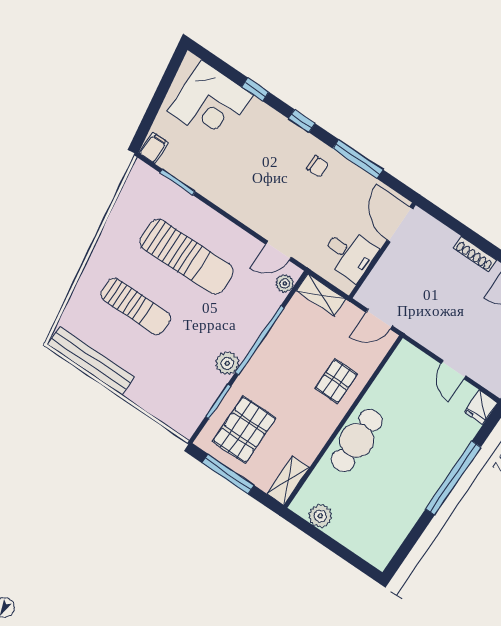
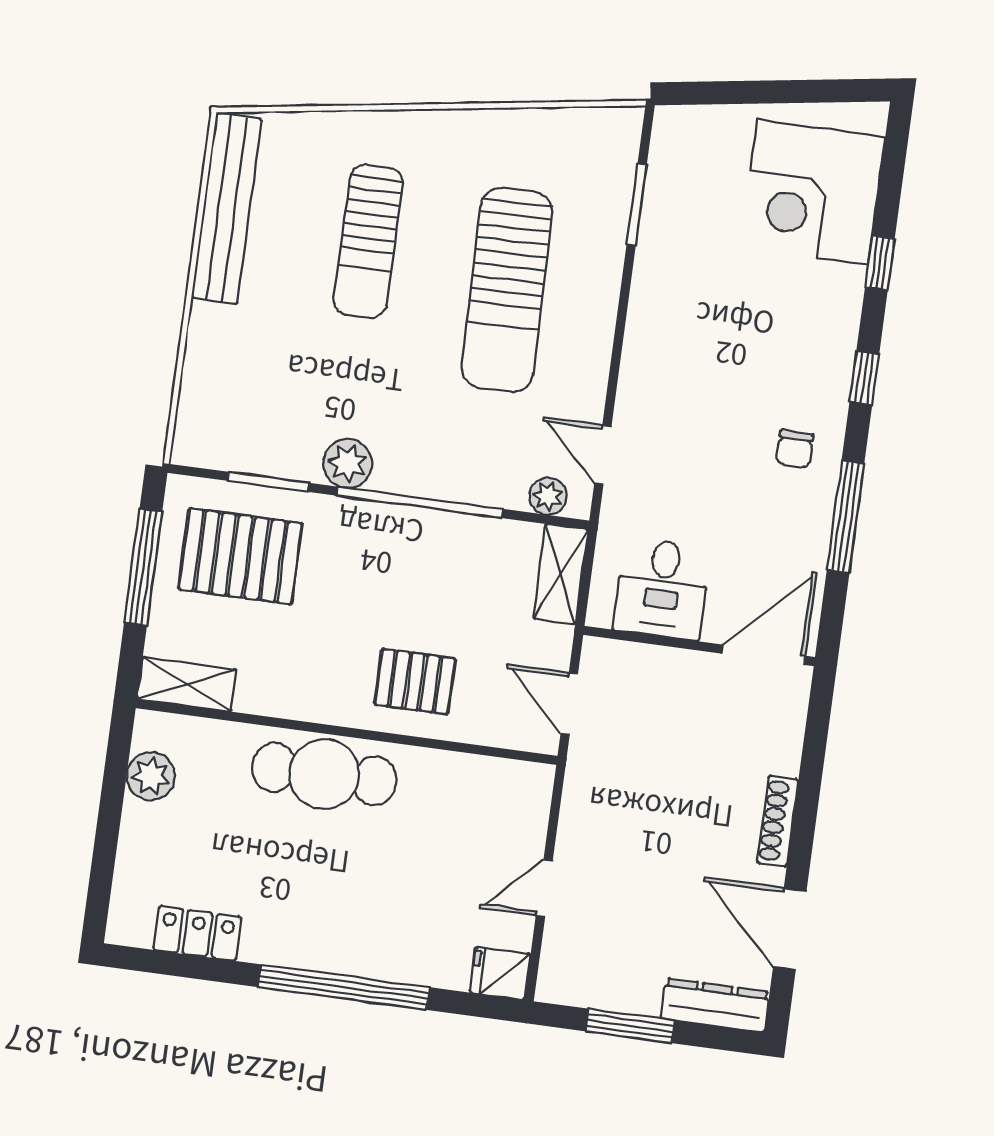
filing cabinet: (154, 148) -> (678, 129), removed
locker: (398, 530) -> (197, 933), added

